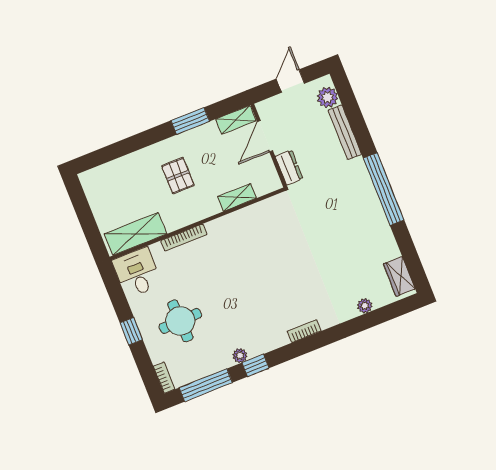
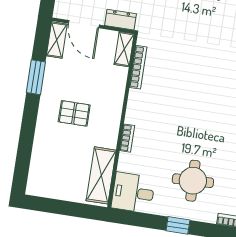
shelving: (237, 197) -> (124, 49), moved
bookcase: (255, 209) -> (138, 67), added
bookcase: (184, 237) -> (127, 138), width x0.64

